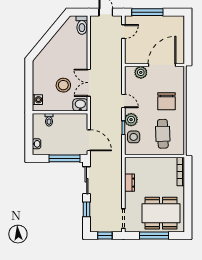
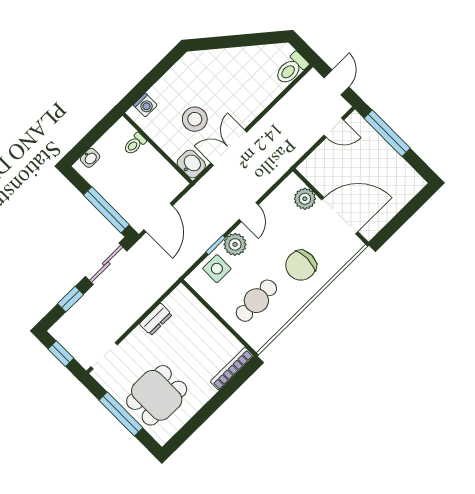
dining table: (161, 213) -> (157, 395), width x0.73

